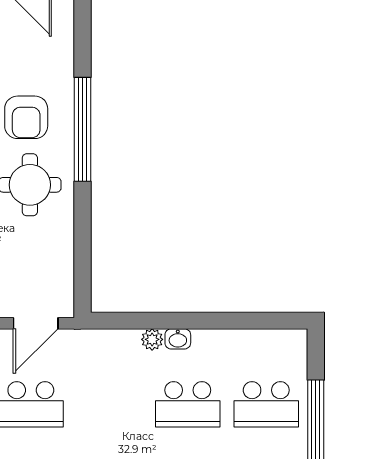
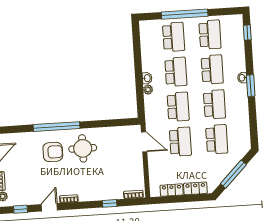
school desk: (109, 404) -> (178, 107), added

